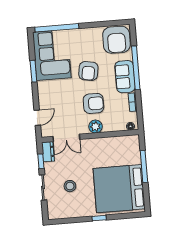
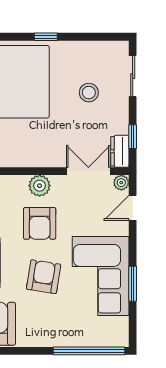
corner sofa: (52, 55) -> (101, 276), moved
armchair: (93, 103) -> (40, 223), turned -90
plant: (46, 133) -> (121, 183), added
sliding door: (43, 187) -> (133, 76), moved

